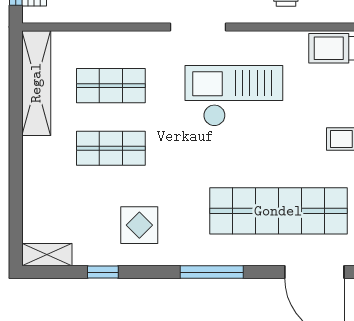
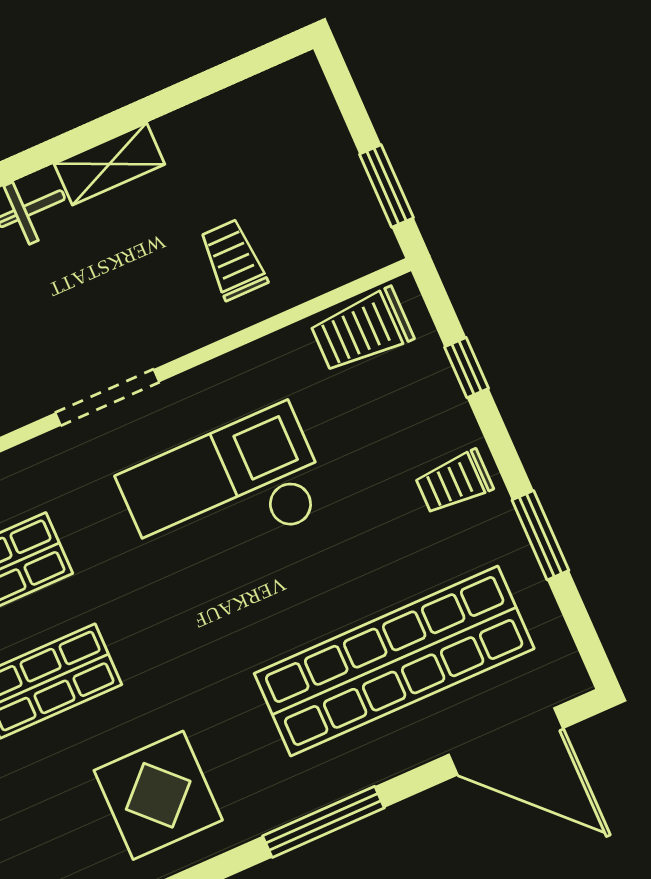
display table: (139, 225) -> (158, 795), width x1.36, depth x1.36

